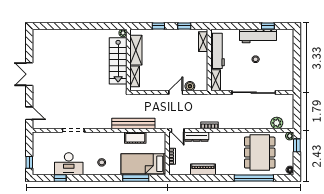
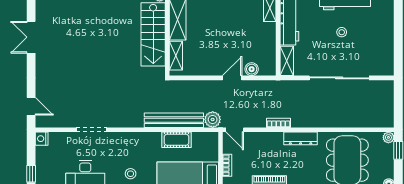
double door: (29, 74) -> (31, 37), moved
plant: (277, 123) -> (213, 119), moved
nightstand: (37, 137) -> (42, 139), added
dresser: (196, 137) -> (301, 138), moved

